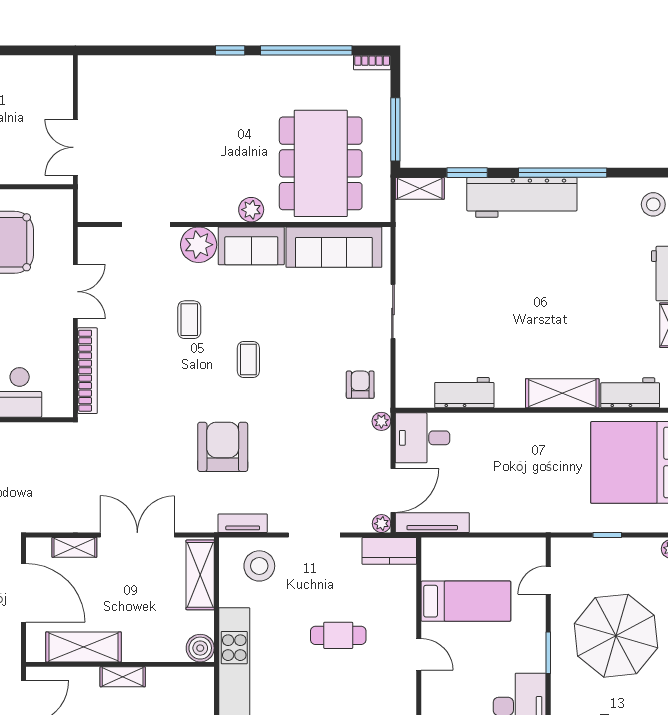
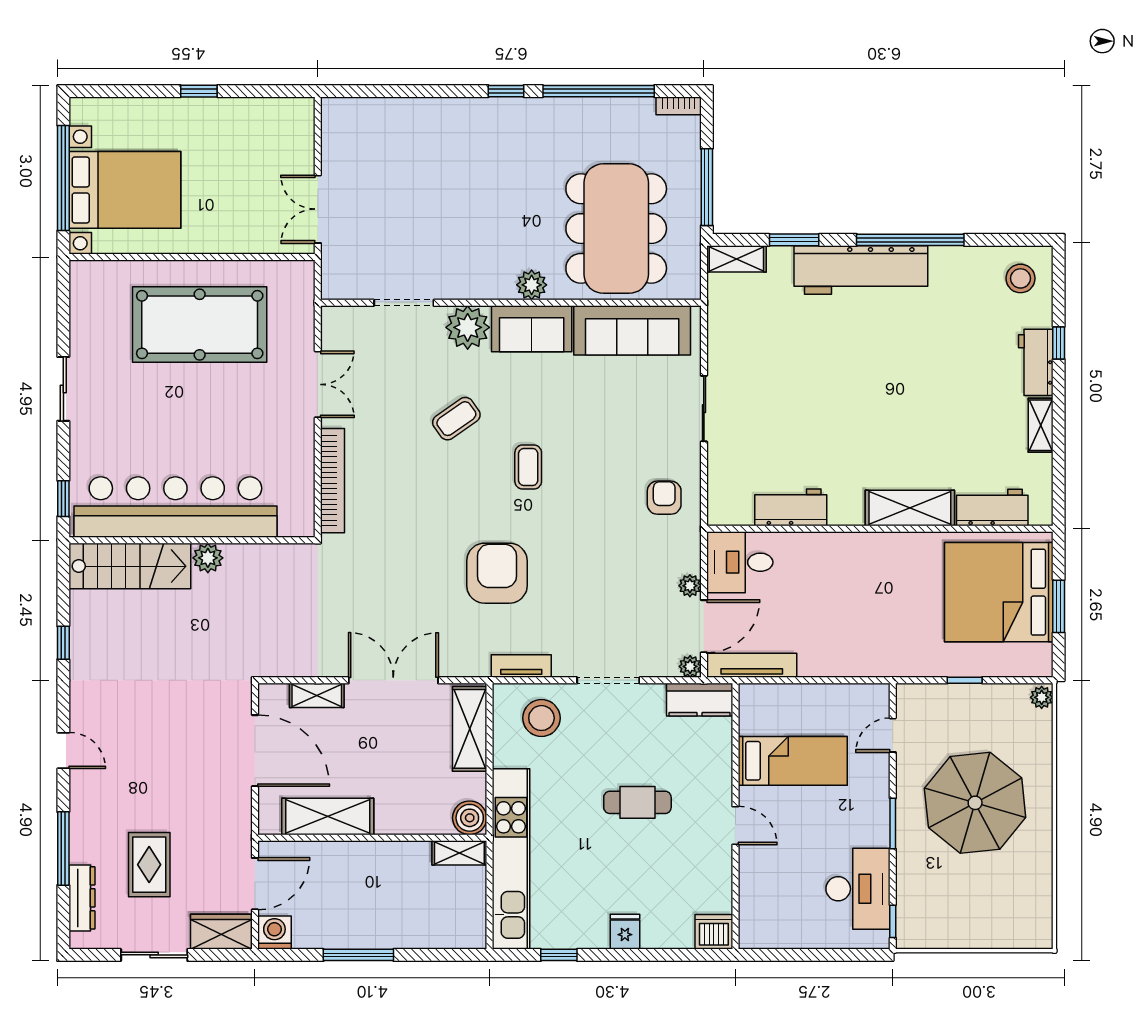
coffee table: (189, 320) -> (456, 419), turned 55
plant: (381, 421) -> (690, 586), moved
shelving: (123, 677) -> (459, 853), moved

